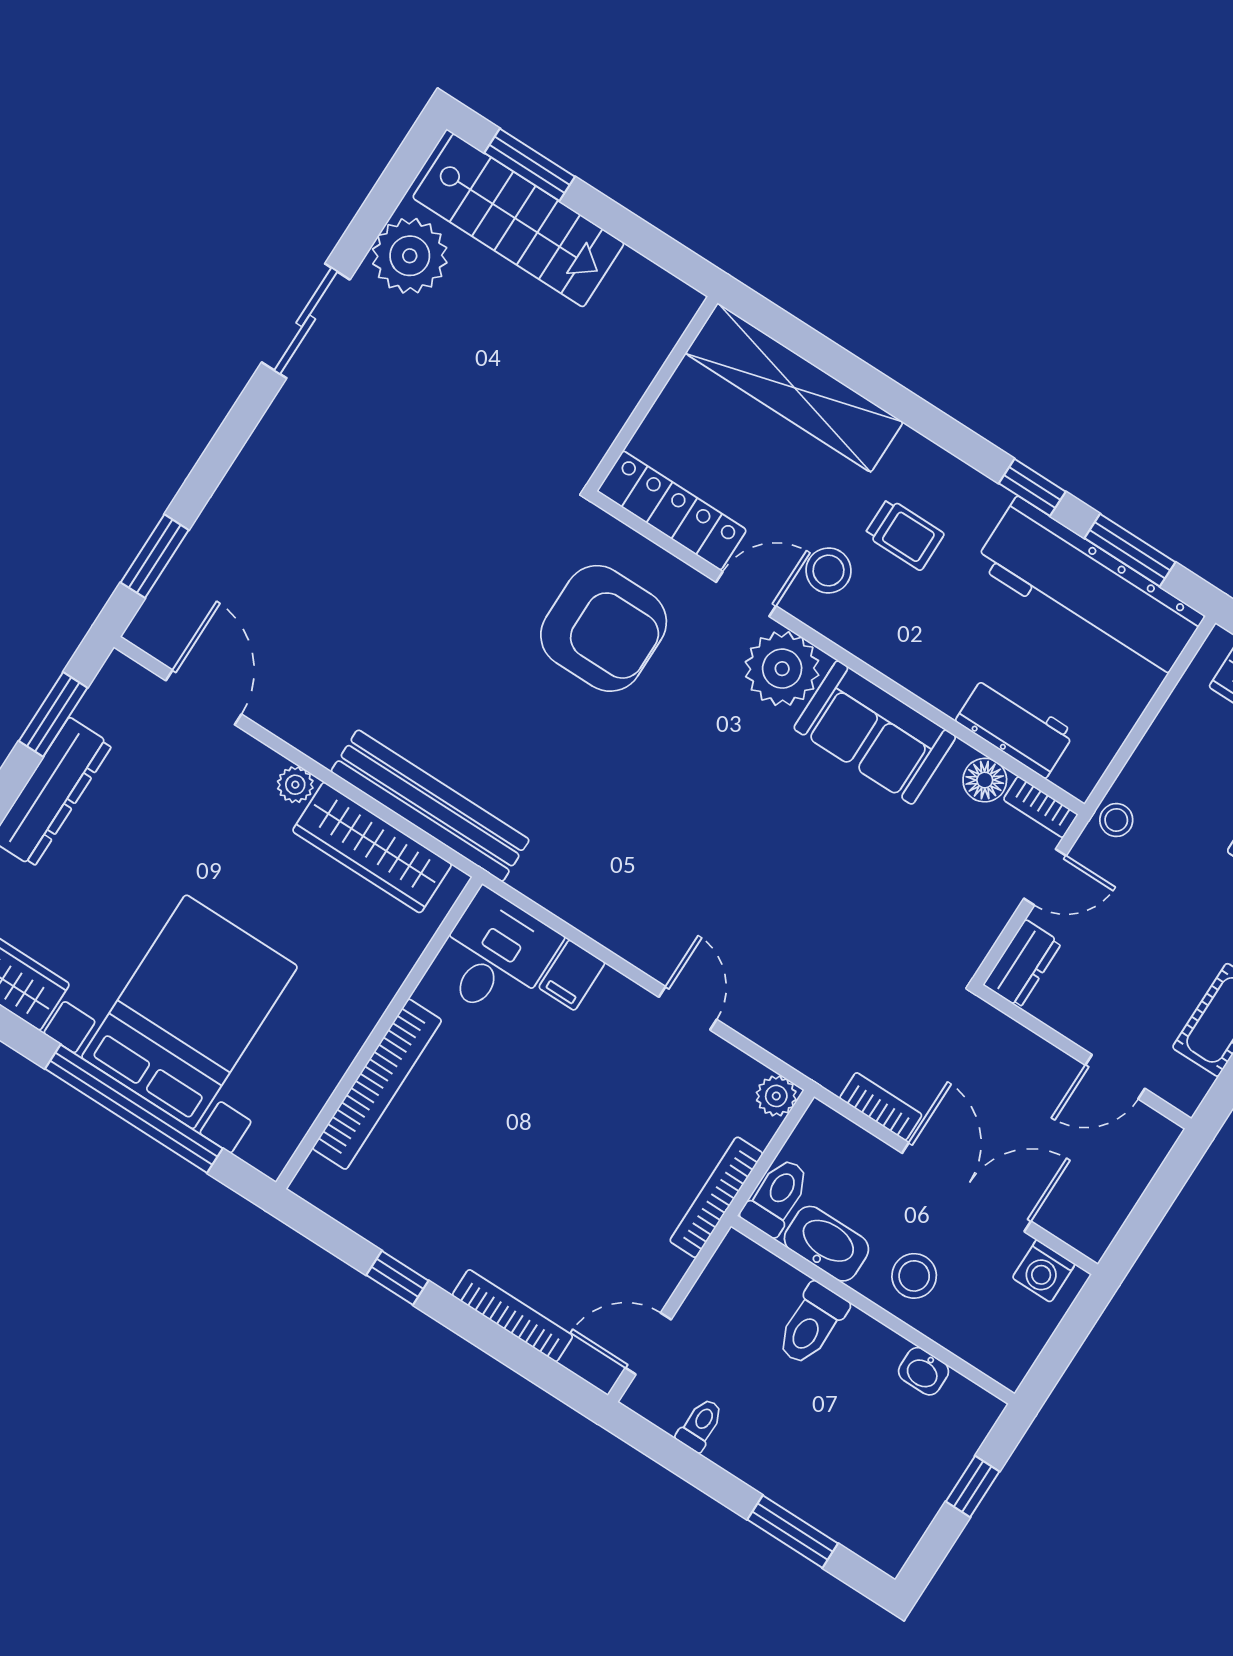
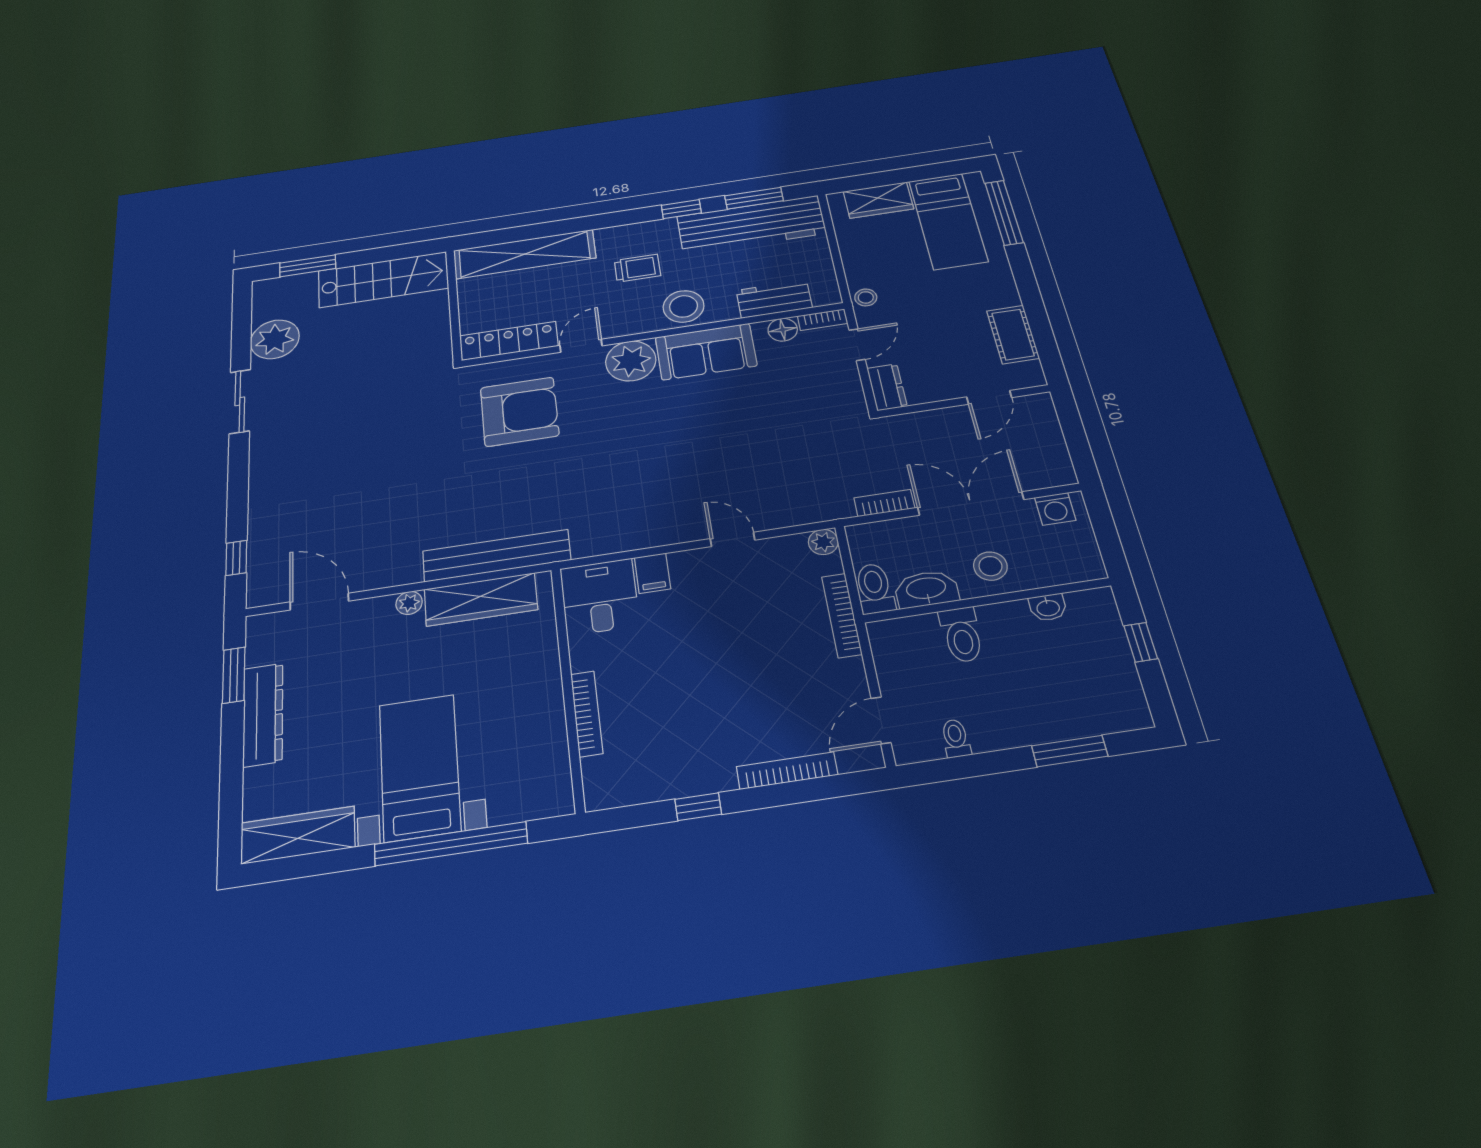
stairs: (518, 220) -> (383, 279), moved
window: (155, 556) -> (236, 558), width x0.67
stool: (828, 571) -> (684, 306), moved, width x1.38, depth x1.38
bed with nightstands: (189, 1012) -> (419, 767), width x0.73
bookcase: (377, 1084) -> (587, 714), width x0.68, depth x0.76

